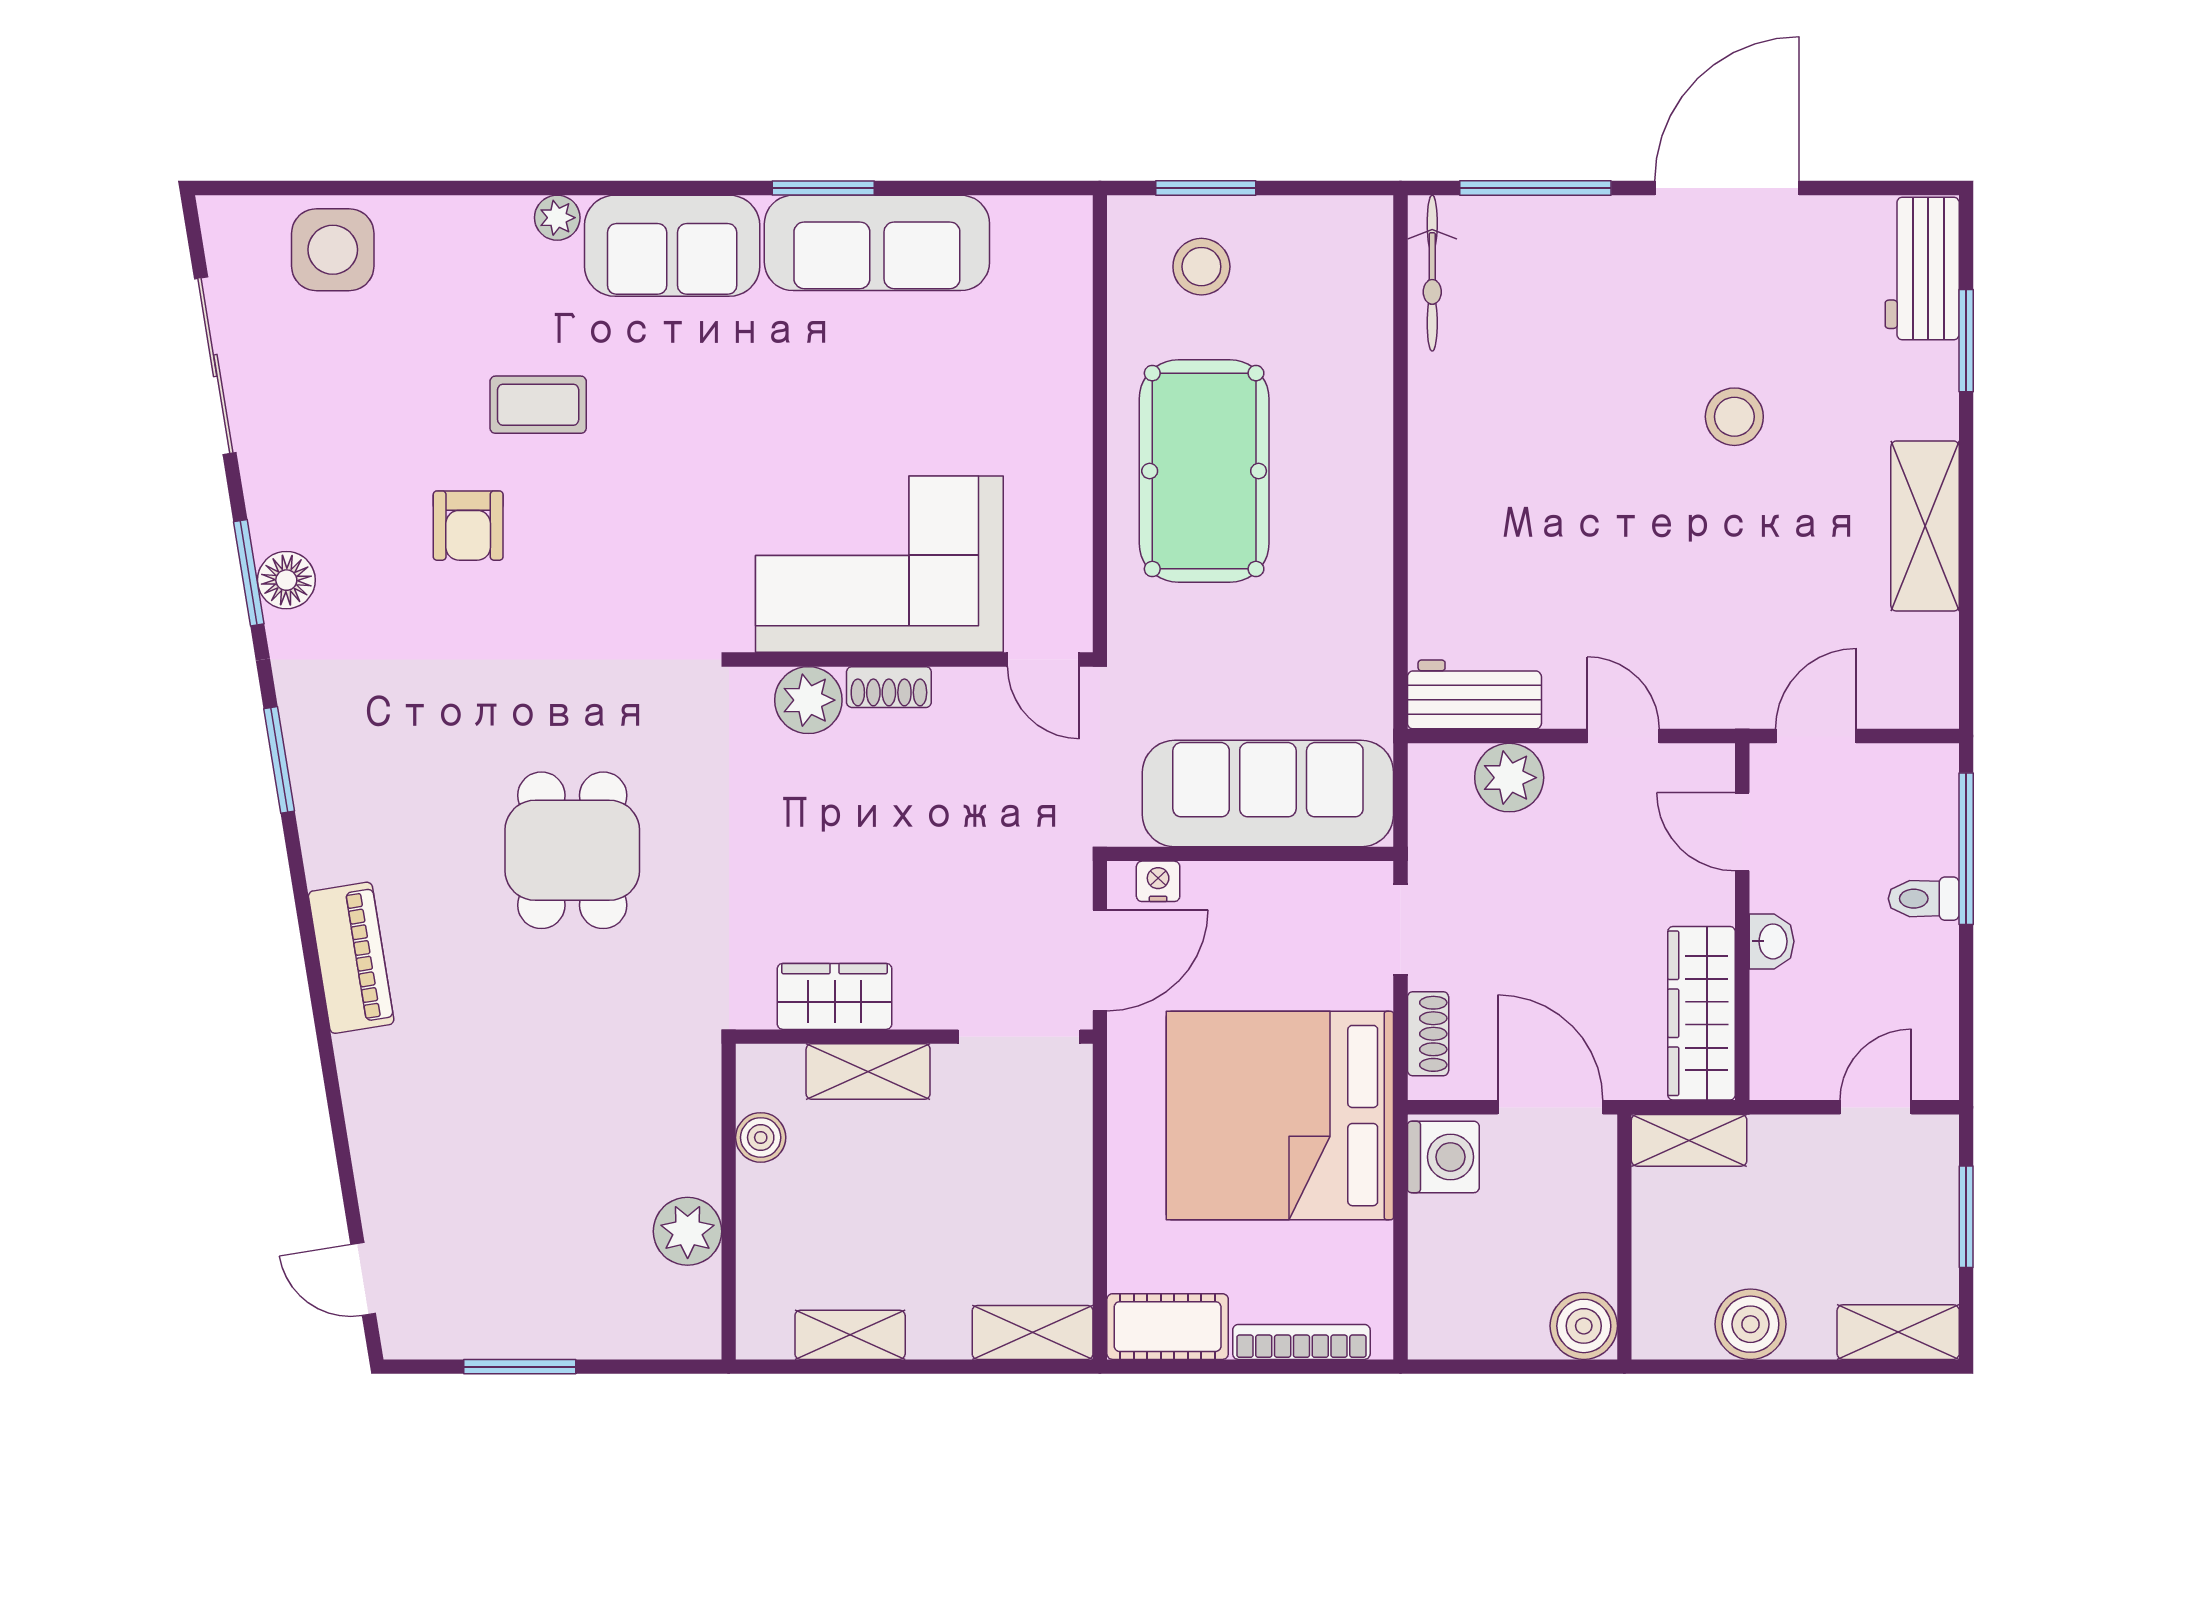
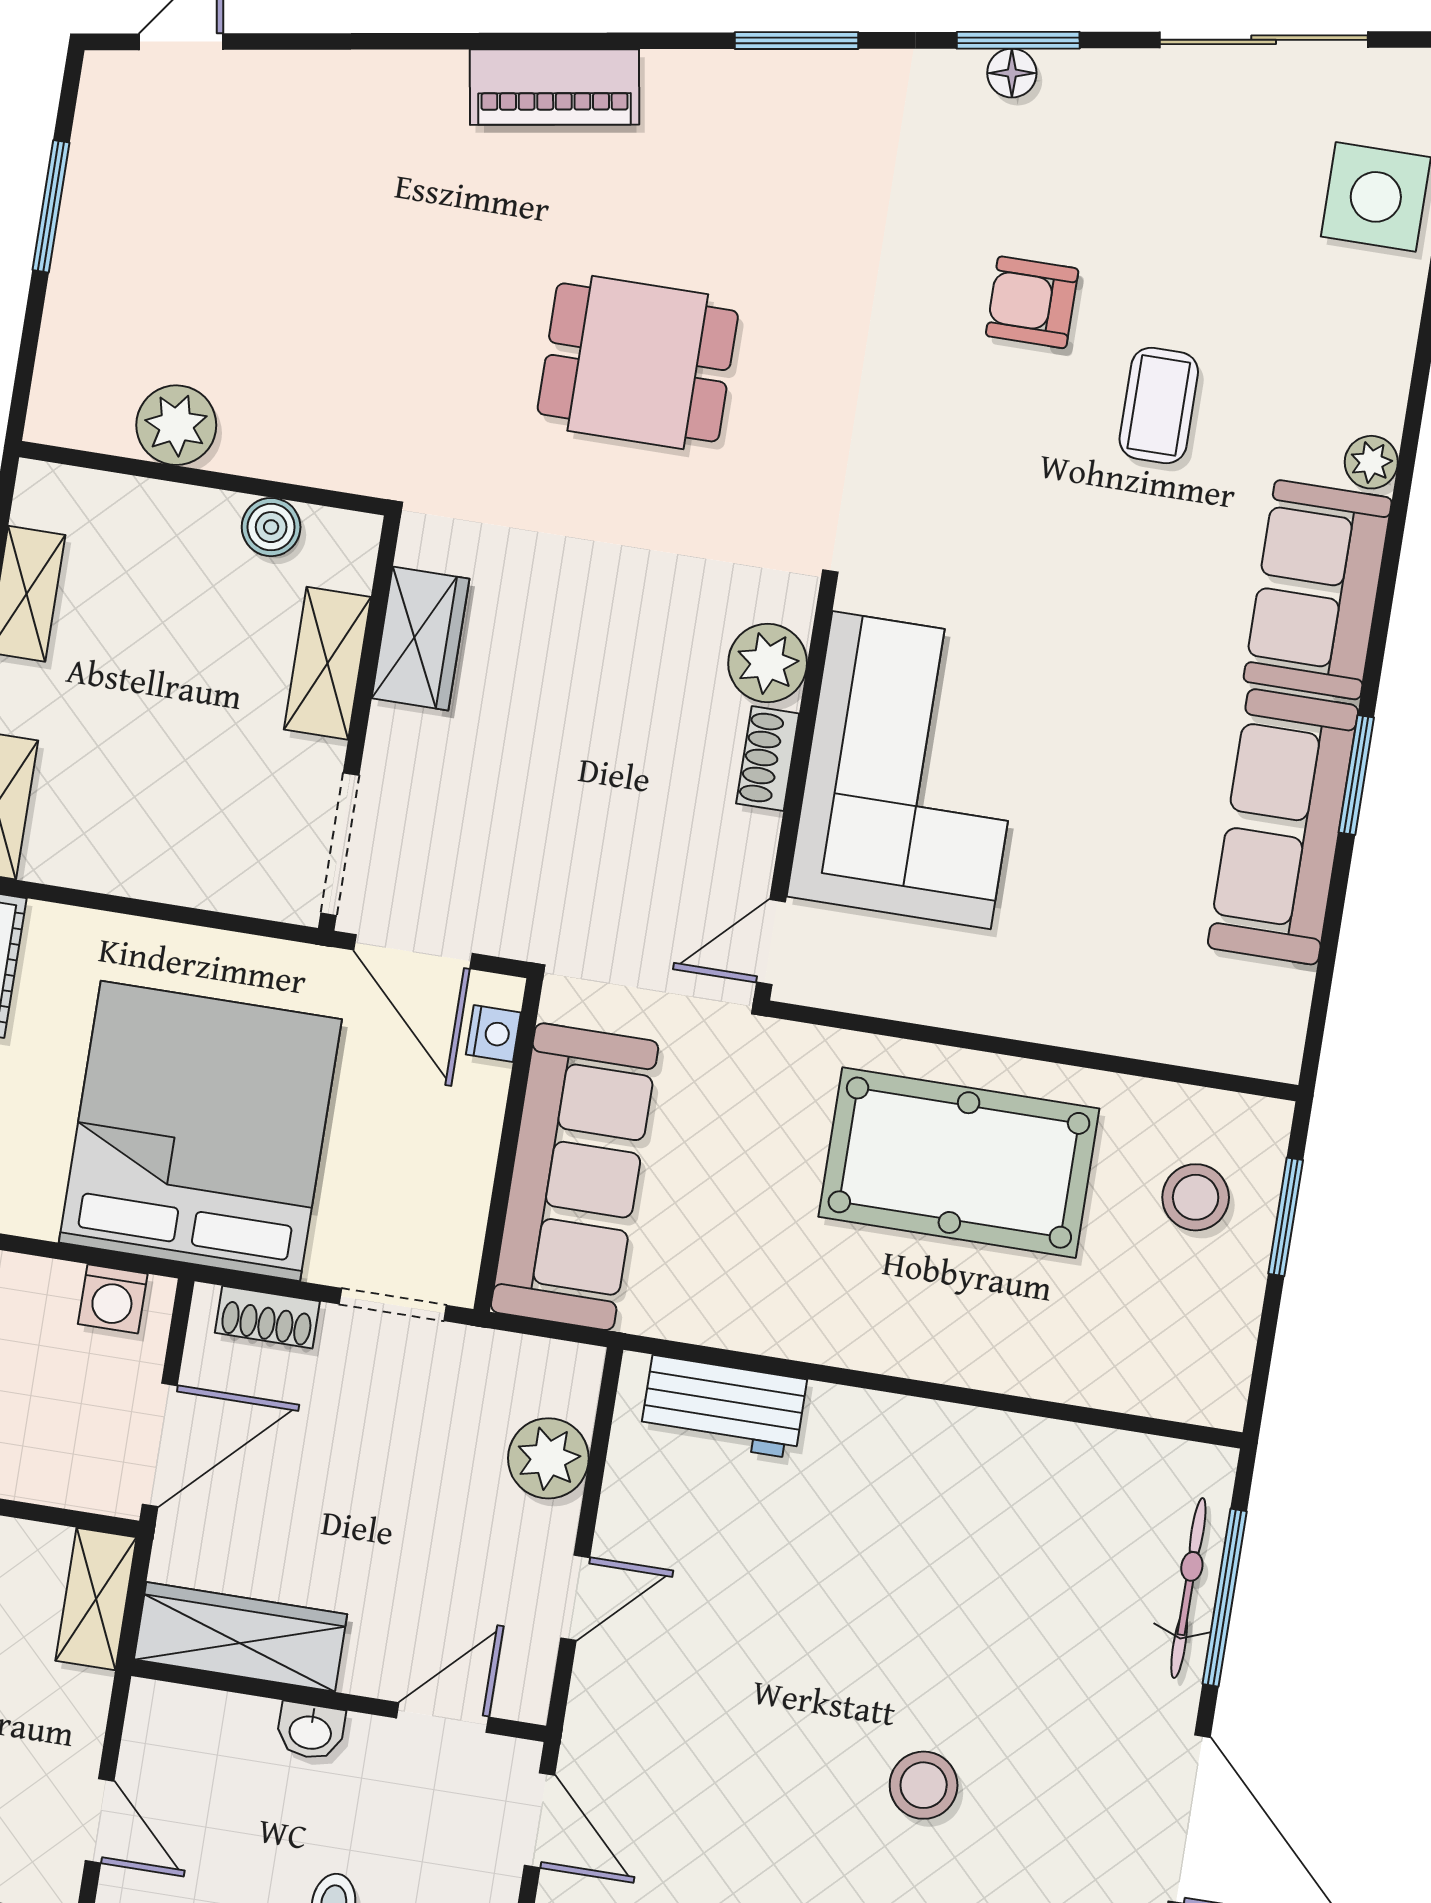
bicycle: (1432, 273) -> (1188, 1588), moved, turned 90
floor lamp: (286, 580) -> (1012, 73), width x0.73, depth x0.73
workbench: (1474, 694) -> (724, 1407), moved, turned 90
washing machine: (1443, 1157) -> (113, 1299), width x0.73, depth x0.73

